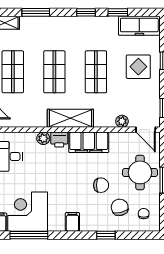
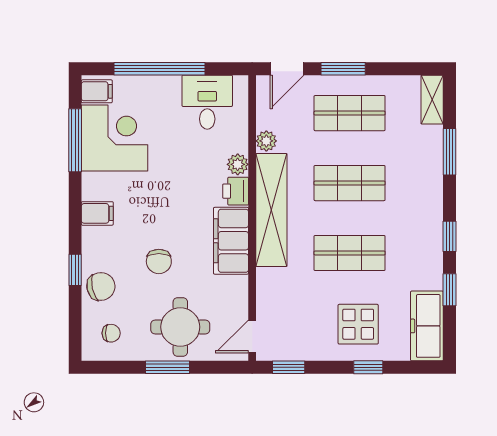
shelving: (70, 118) -> (271, 210), width x1.47
plant: (122, 121) -> (266, 141), moved
chair: (120, 207) -> (101, 286), moved

